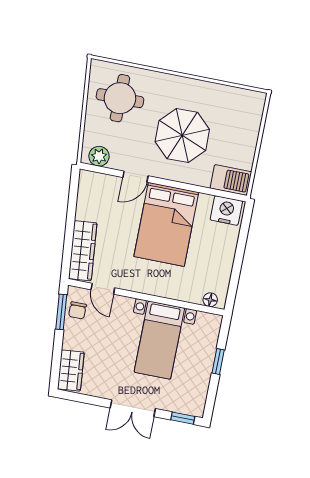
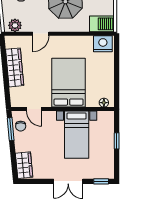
bed: (166, 224) -> (69, 83), moved, turned 180
wardrobe: (83, 251) -> (15, 67), moved

